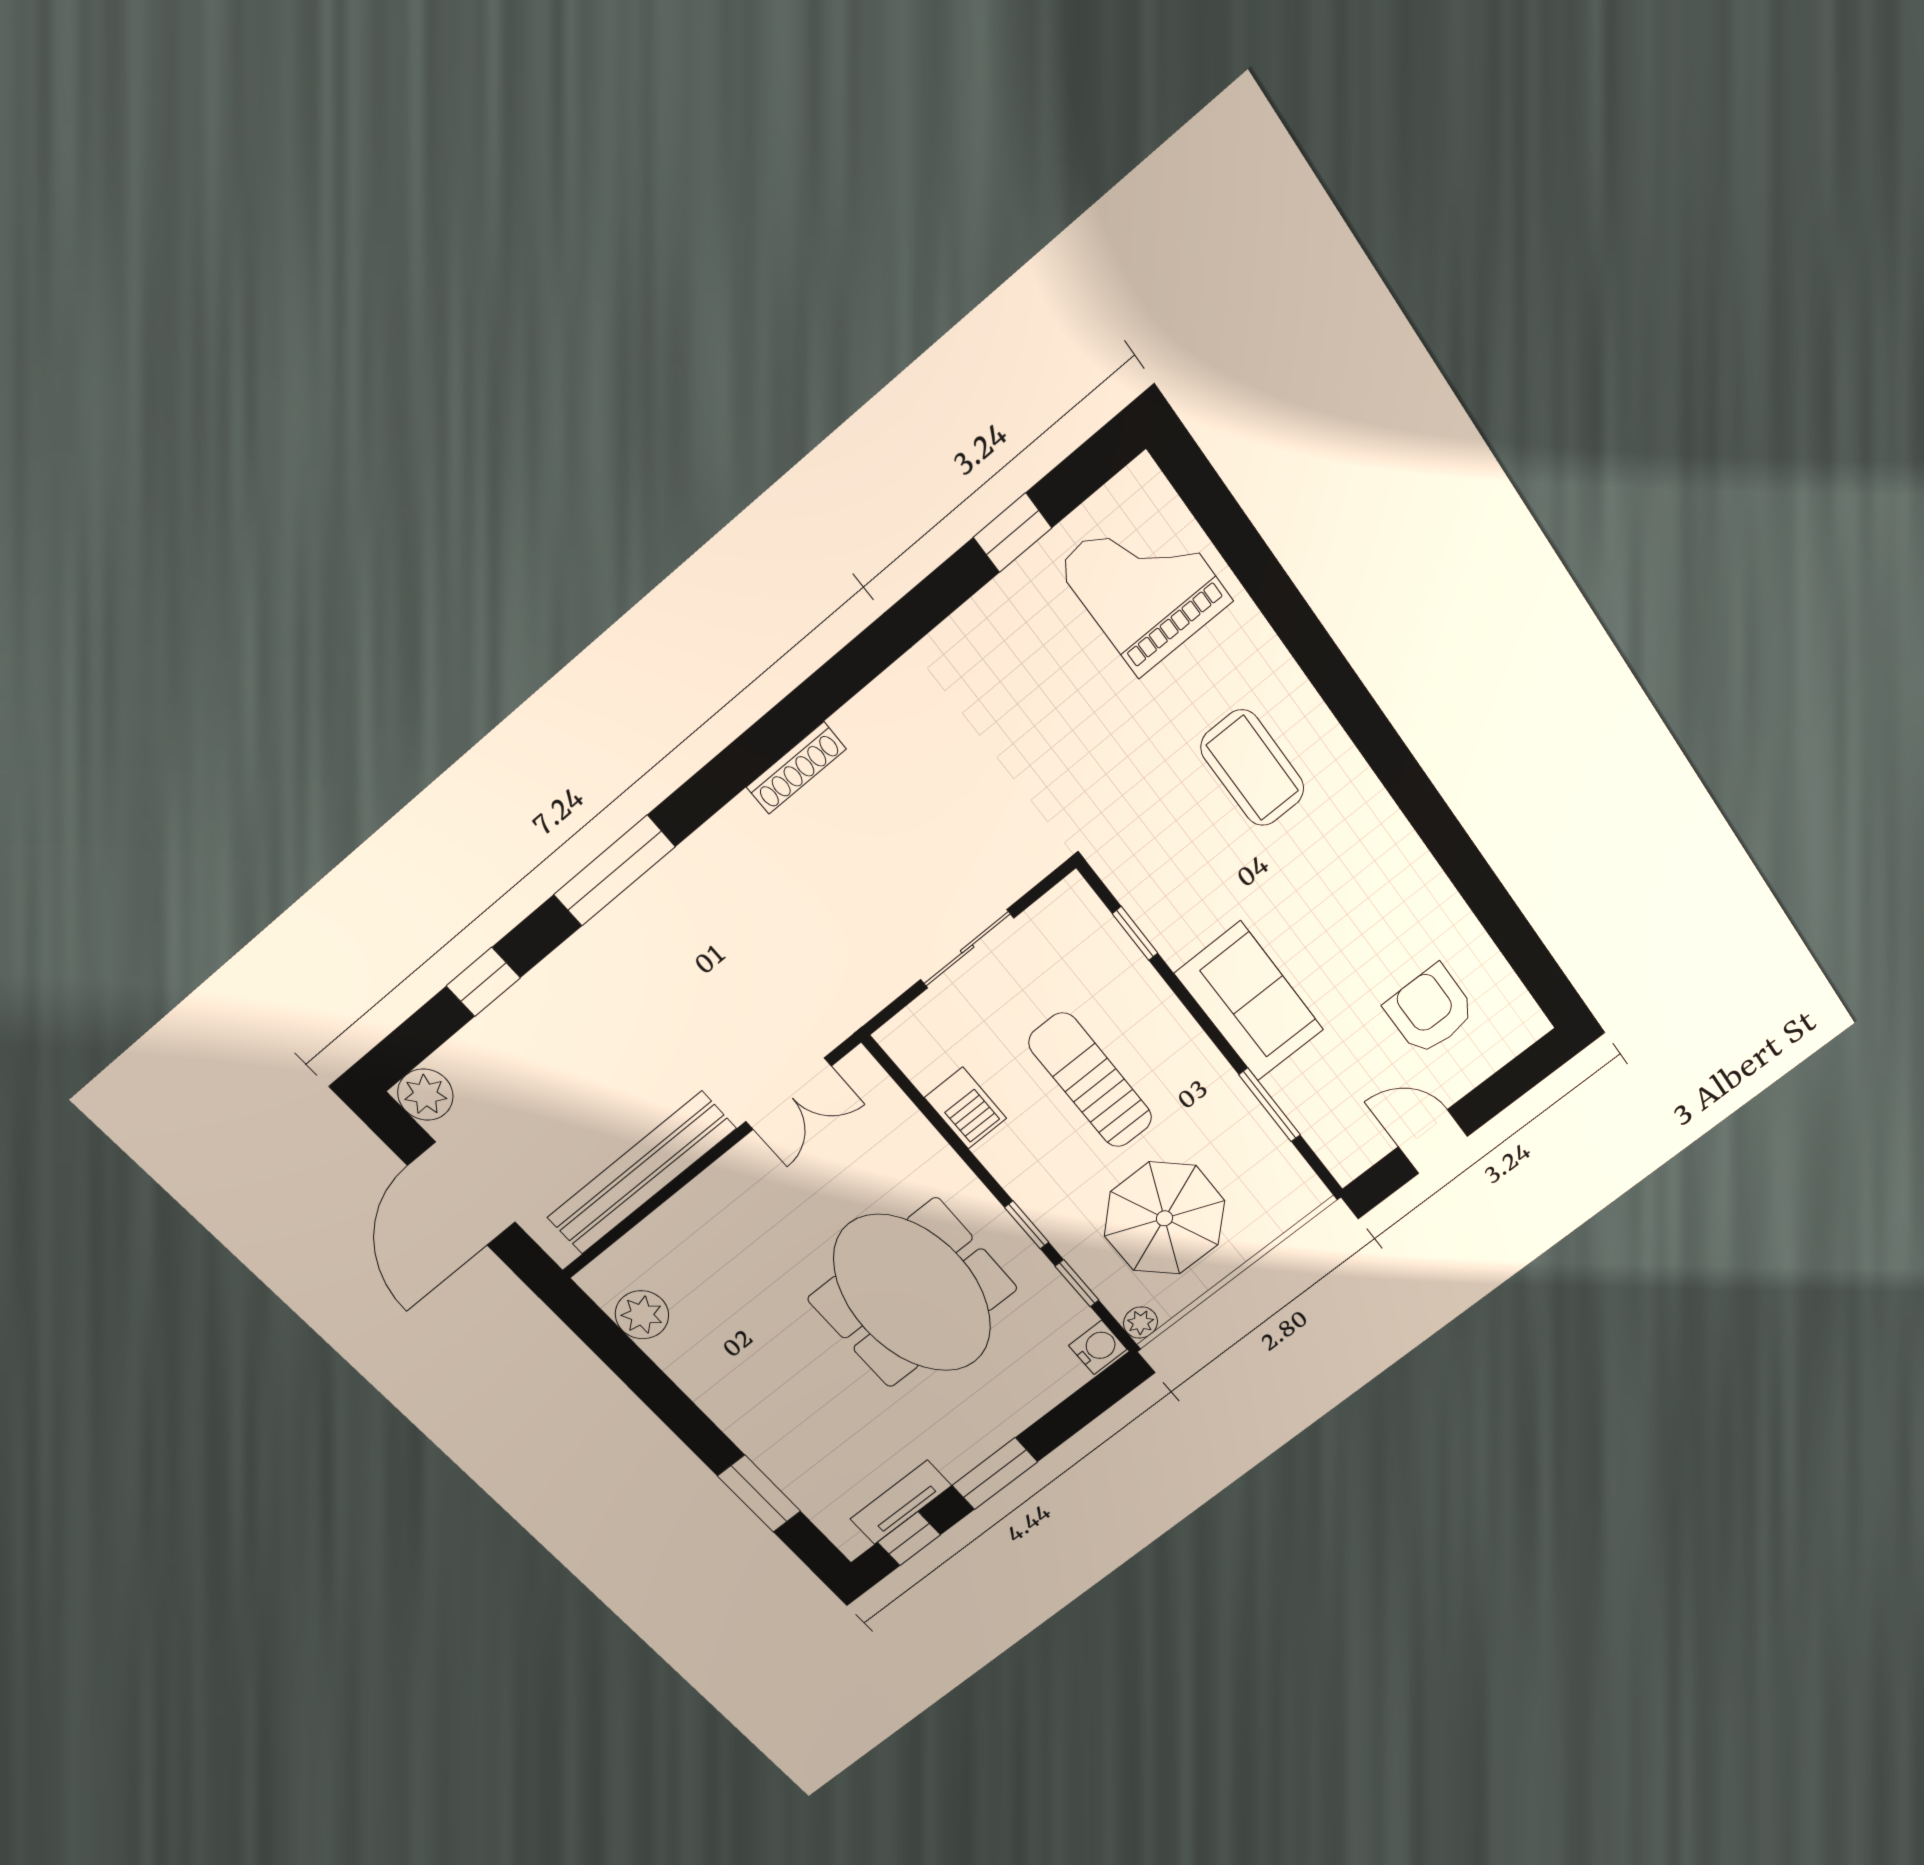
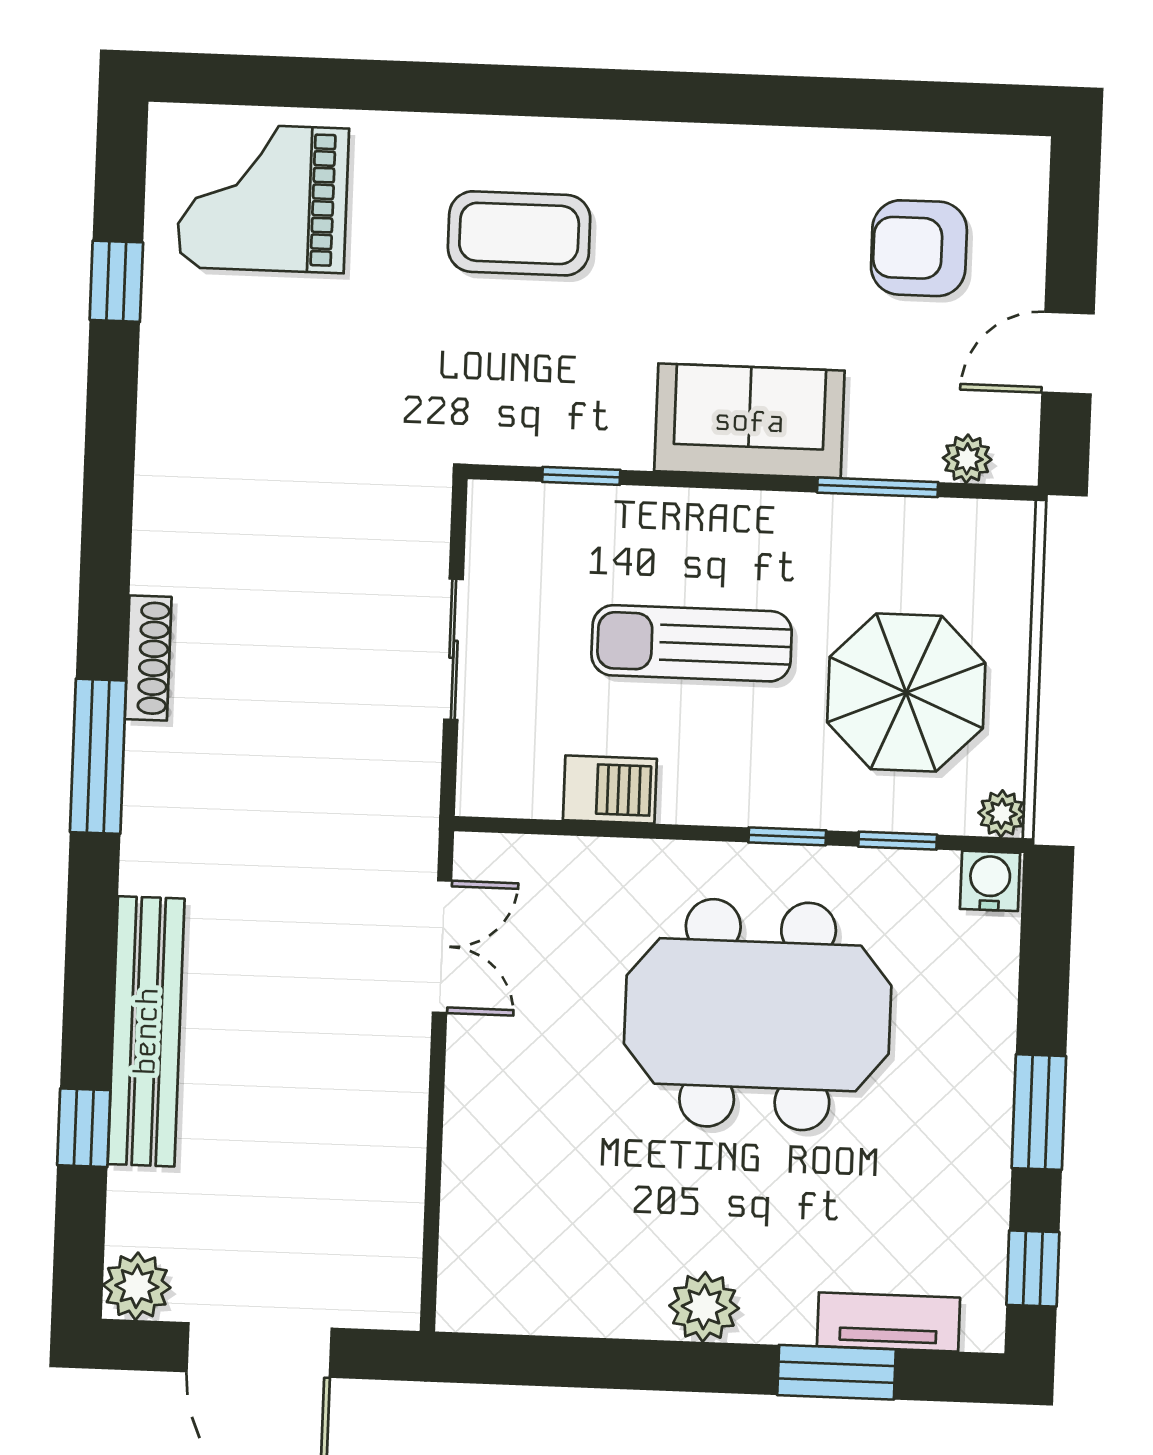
window: (614, 871) -> (98, 756), moved
plant: (1327, 1139) -> (967, 459), added
bench: (641, 1173) -> (146, 1031), moved
plant: (642, 1315) -> (704, 1307), moved
tv unit: (901, 1502) -> (888, 1322), moved, turned 90

